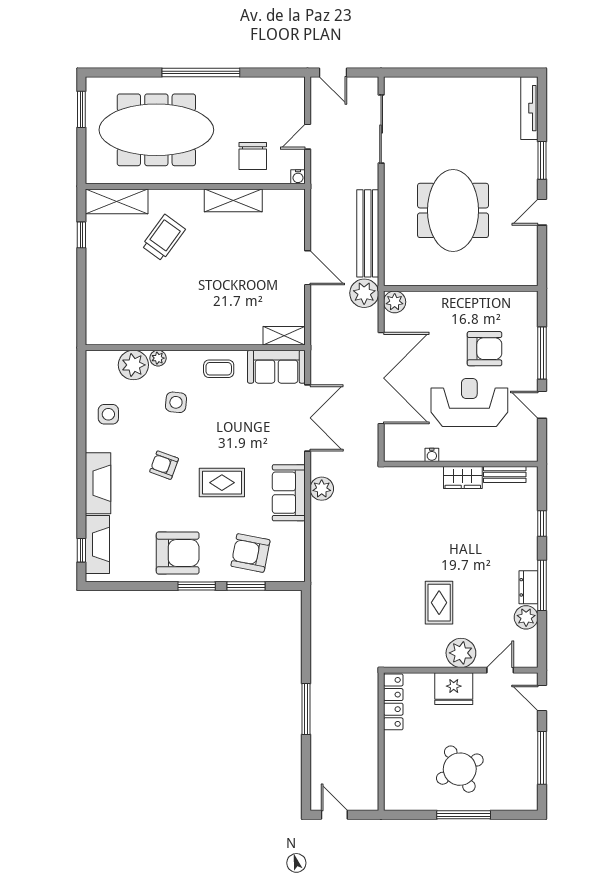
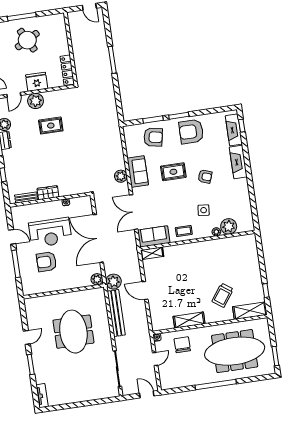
tv unit: (529, 108) -> (42, 396), width x0.71
side table: (108, 414) -> (238, 199), removed
rug: (439, 603) -> (51, 126), turned 90

